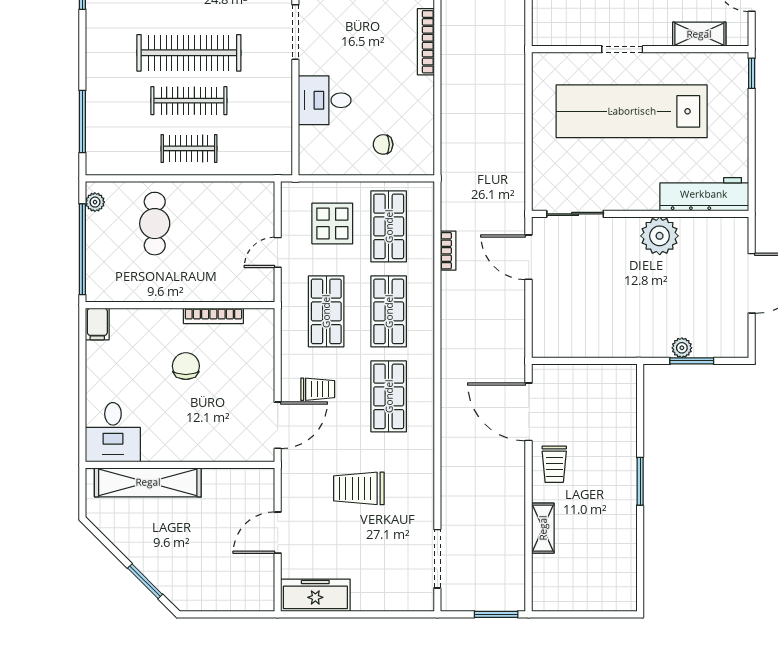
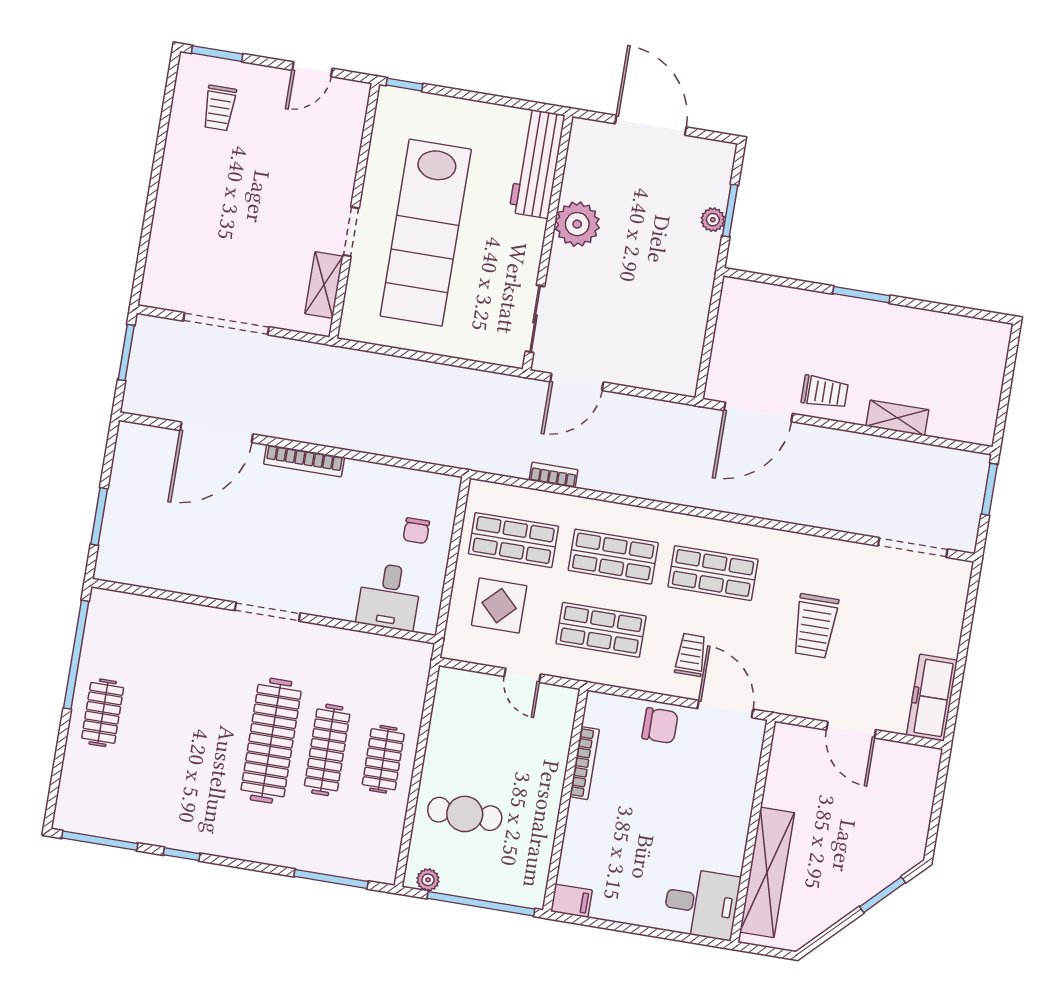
shelving: (699, 34) -> (324, 285), moved
desk: (325, 100) -> (389, 597), moved
chair: (186, 366) -> (660, 726), moved, turned 180

